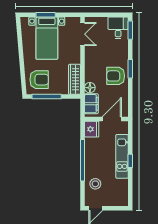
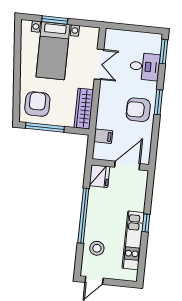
desk: (118, 28) -> (145, 67), moved, turned 90
double door: (83, 34) -> (99, 64), moved
armchair: (39, 80) -> (37, 104), turned -90
floor lamp: (90, 88) -> (103, 121), removed
filing cabinet: (91, 104) -> (103, 136), width x0.50
kitchen unit: (122, 156) -> (133, 240), moved

